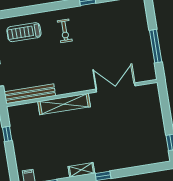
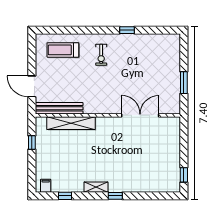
window: (156, 46) -> (184, 83), width x0.69
shelving: (64, 104) -> (71, 123), moved

